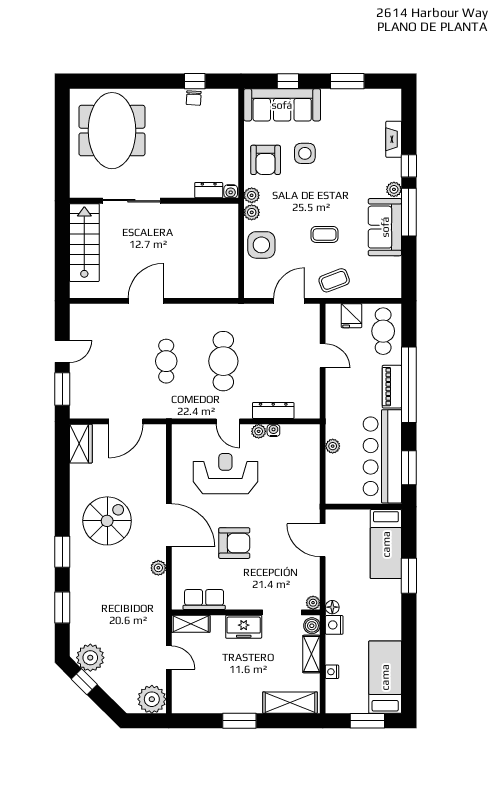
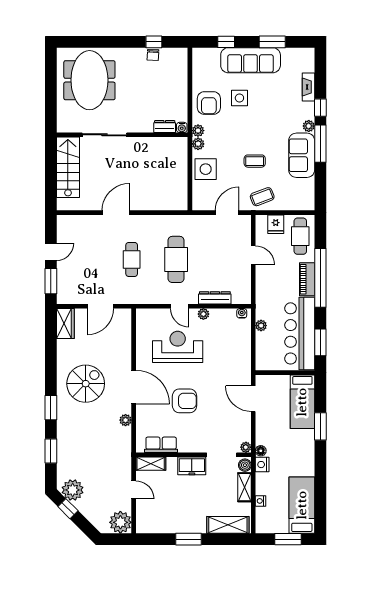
sofa: (282, 105) -> (251, 60), moved
water cooler: (273, 430) -> (242, 313), moved

